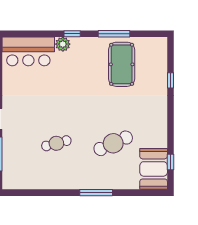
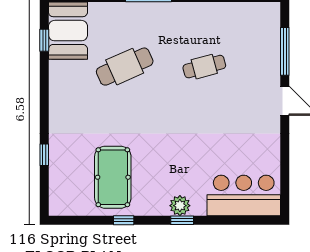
window: (114, 34) -> (124, 220), width x0.46
plant: (63, 44) -> (180, 206), moved

